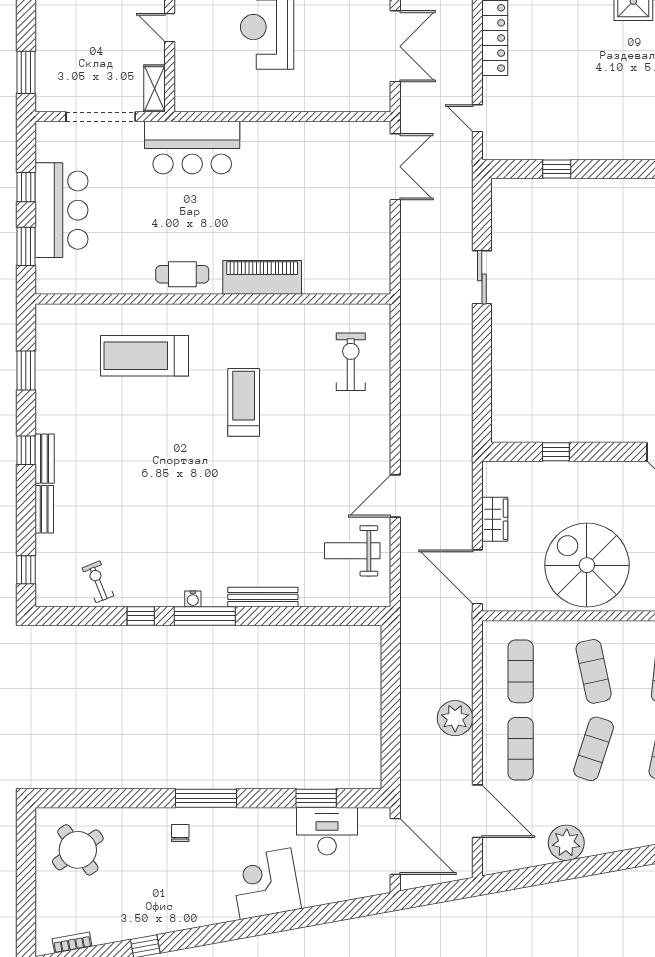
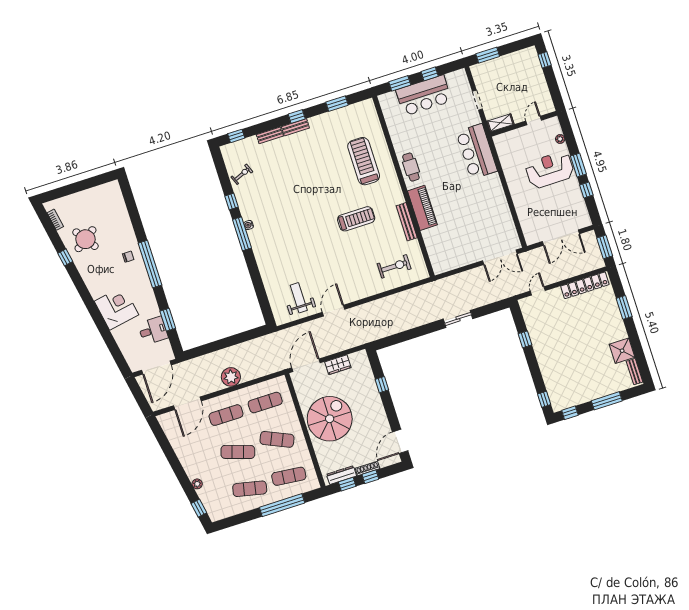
doorway: (101, 117) -> (477, 100), width x0.53
door: (395, 496) -> (333, 311), hinge flipped
bench: (263, 597) -> (407, 222), moved
exercise mat: (594, 671) -> (277, 439), turned 36
window: (206, 798) -> (150, 264), width x1.46
desk: (327, 831) -> (153, 331), width x0.73
plant: (566, 843) -> (197, 484), moved, width x0.53, depth x0.53
round table: (78, 850) -> (85, 239), moved

